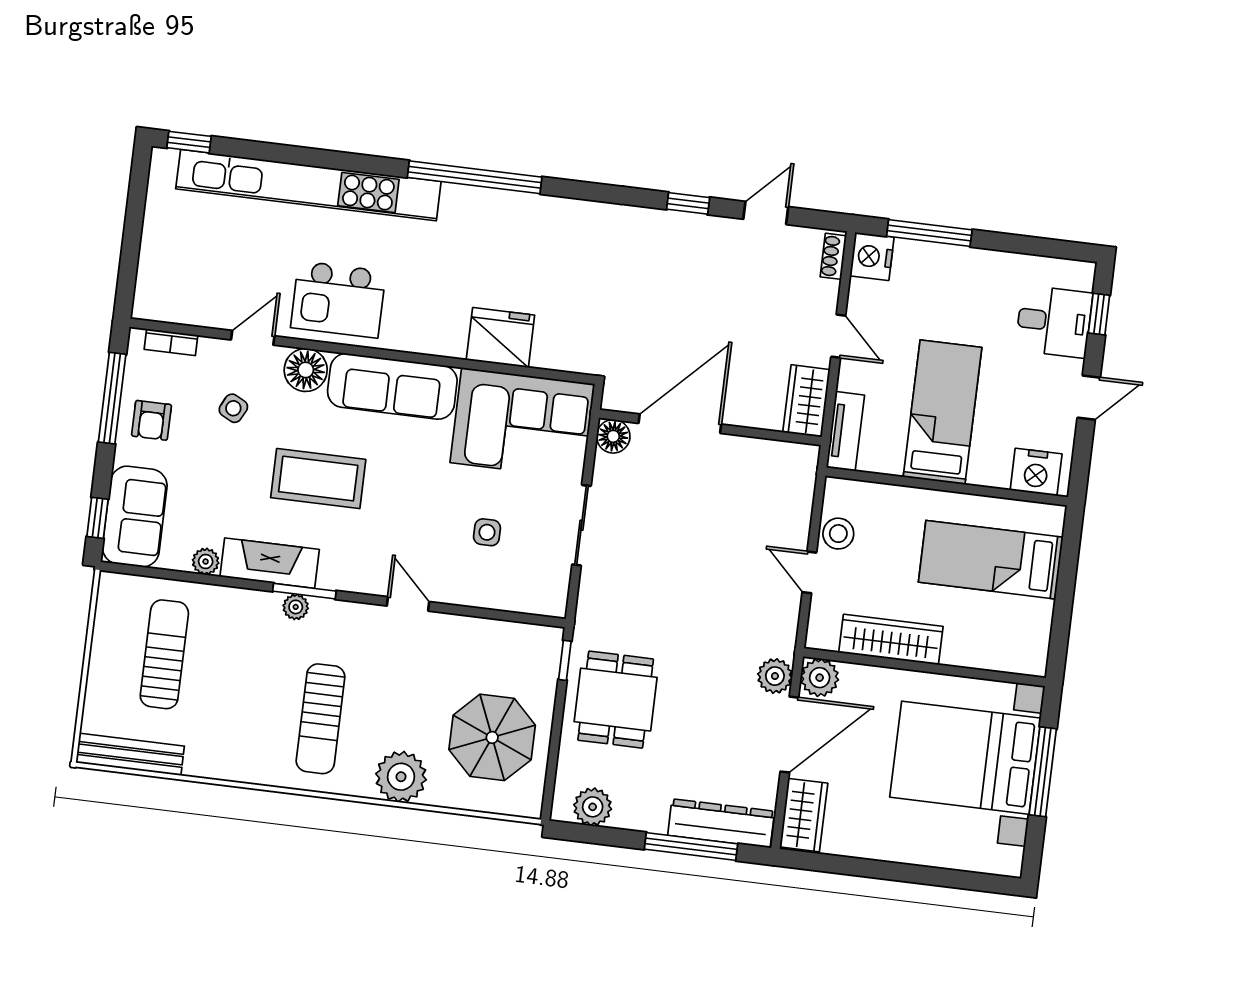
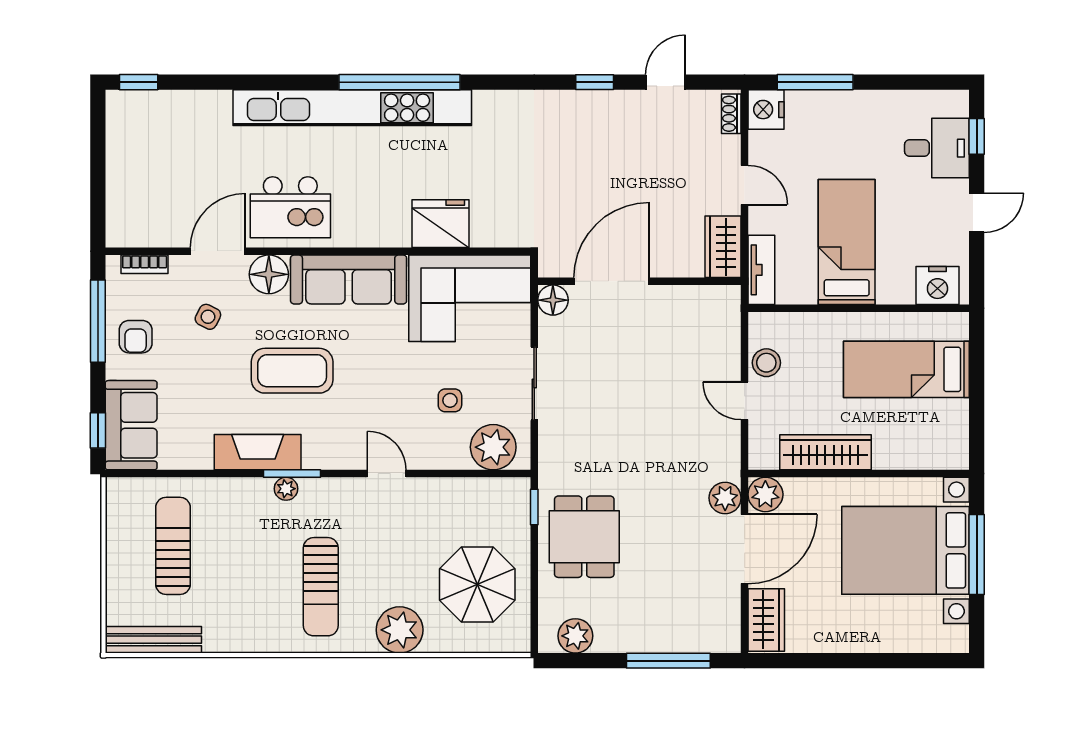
kitchen unit: (308, 185) -> (352, 108), moved
door: (253, 338) -> (218, 251), width x1.38
plant: (206, 562) -> (493, 447), moved, width x1.87, depth x1.87
dresser: (721, 823) -> (693, 636), removed

